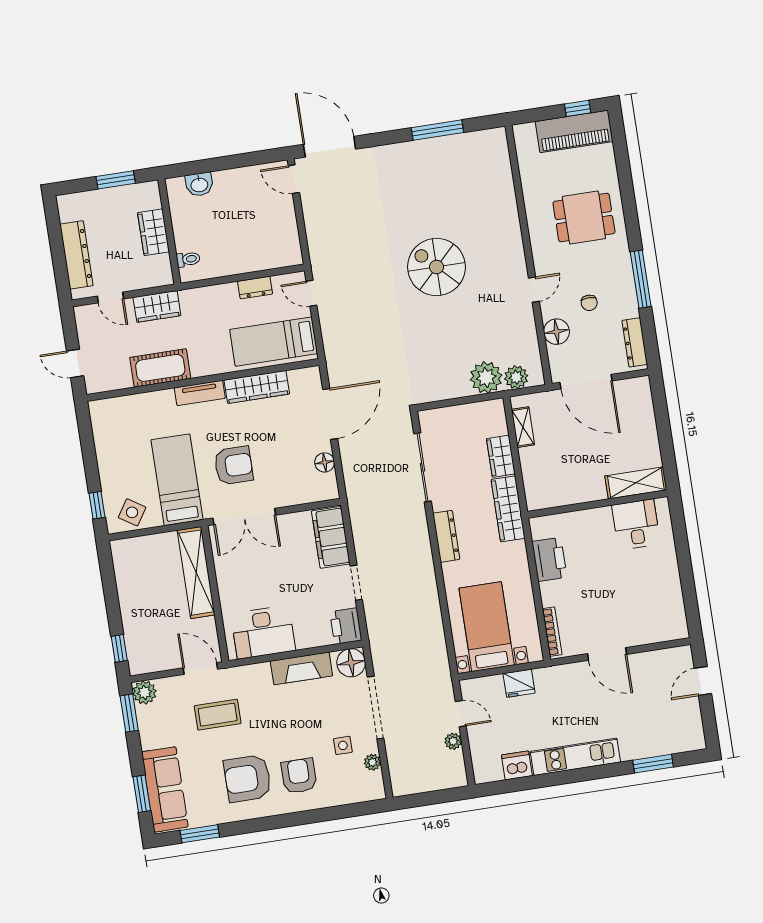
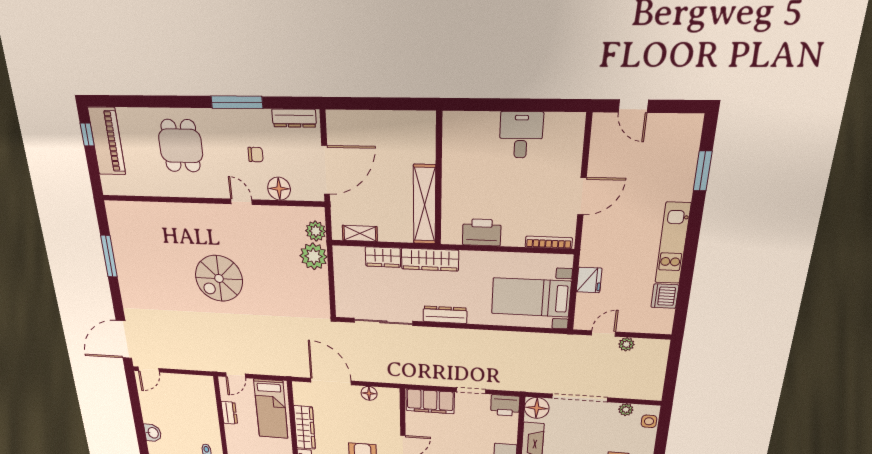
shelving: (636, 483) -> (425, 205), moved, width x1.47
desk: (636, 524) -> (521, 135), moved, turned 90
side table: (343, 745) -> (649, 421), moved

